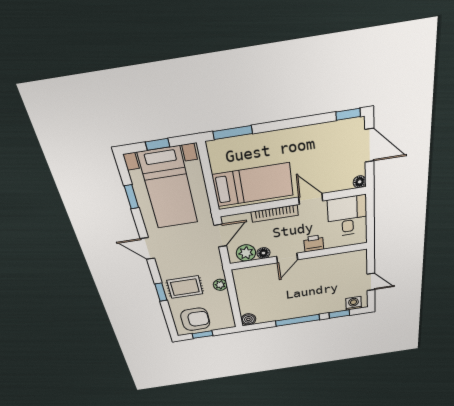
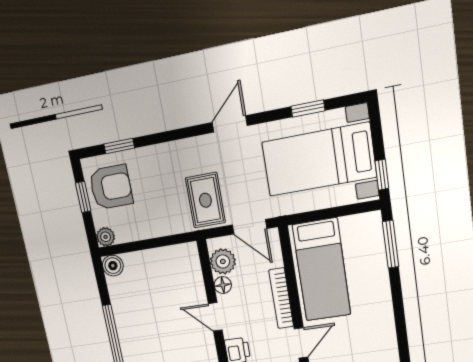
window: (158, 144) -> (382, 175), moved
plant: (220, 285) -> (106, 237), moved
rug: (185, 287) -> (205, 200), moved
window: (161, 292) -> (119, 146), moved
armchair: (195, 319) -> (111, 187), turned -90

